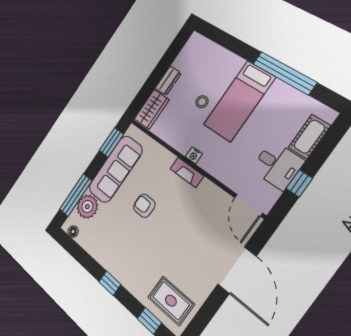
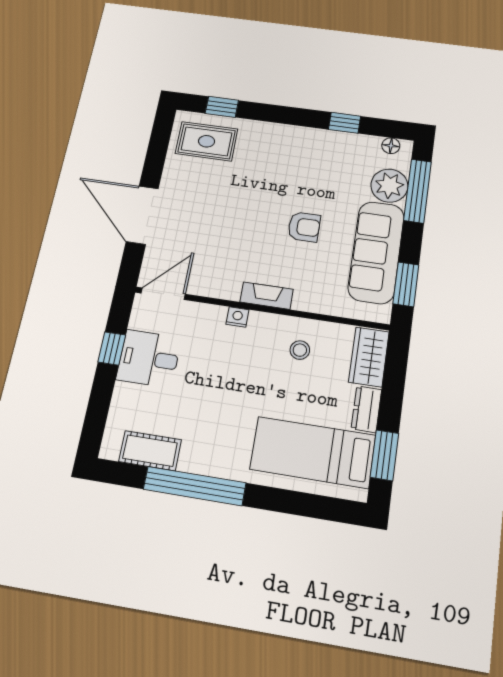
window: (172, 52) -> (384, 455), added
bed: (239, 101) -> (313, 452), moved, turned -90
stool: (202, 102) -> (300, 350), moved
cot: (309, 137) -> (150, 451), moved, turned 90
nightstand: (194, 155) -> (237, 317), moved
door: (249, 205) -> (163, 294), hinge flipped
window: (110, 283) -> (345, 123), moved

